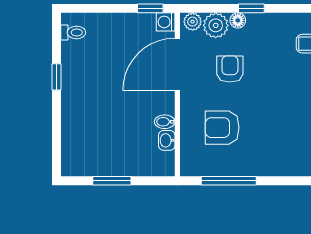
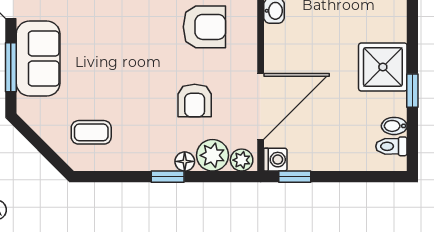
shower: (80, 96) -> (383, 67), added
bidet: (165, 122) -> (394, 126), moved, turned 180

